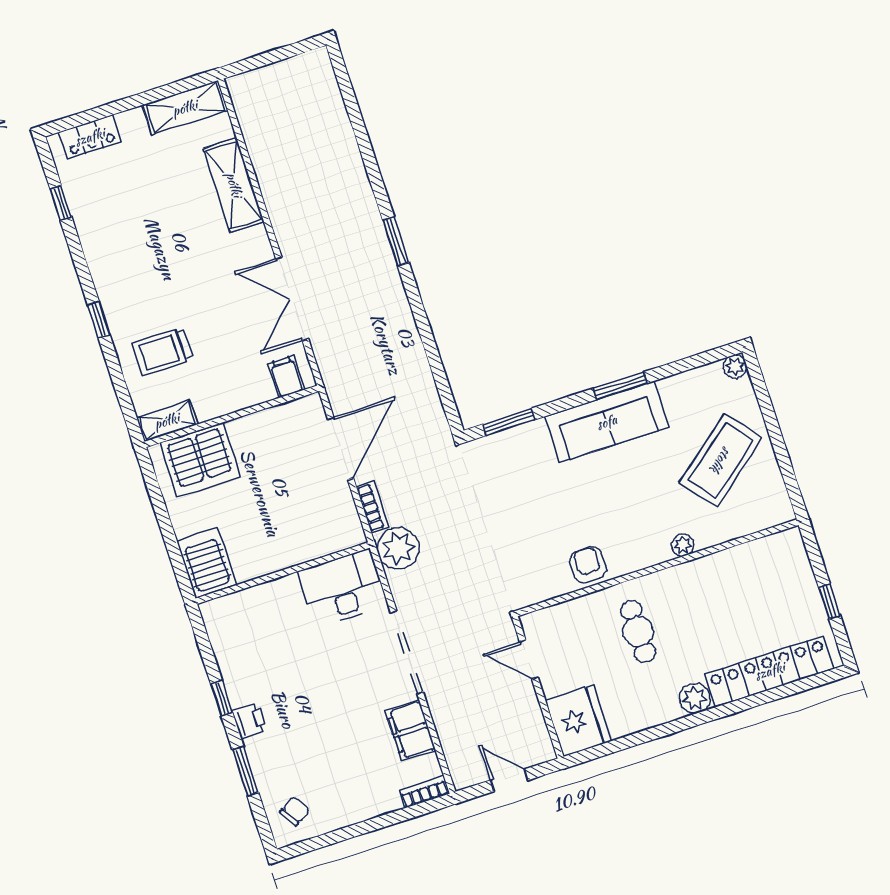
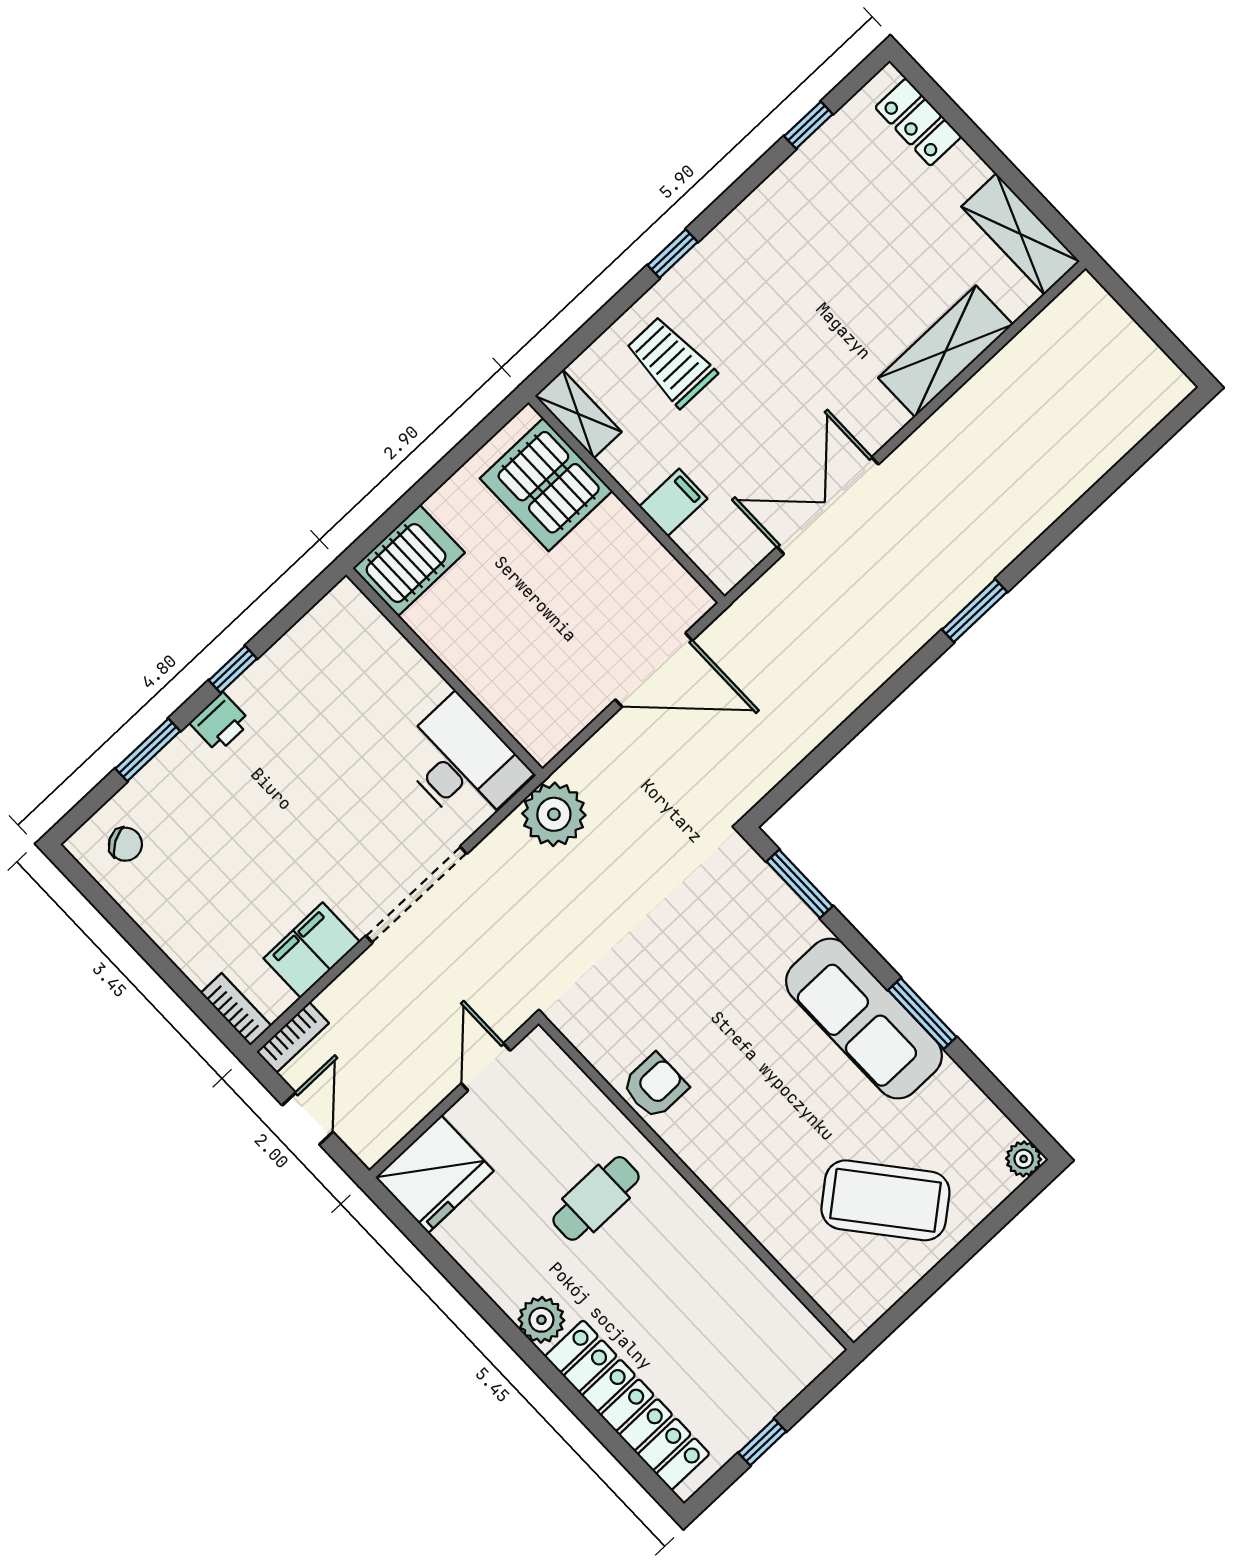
filing cabinet: (286, 377) -> (673, 502), moved
bookcase: (373, 507) -> (293, 1037), moved
plant: (683, 545) -> (744, 1203), removed

